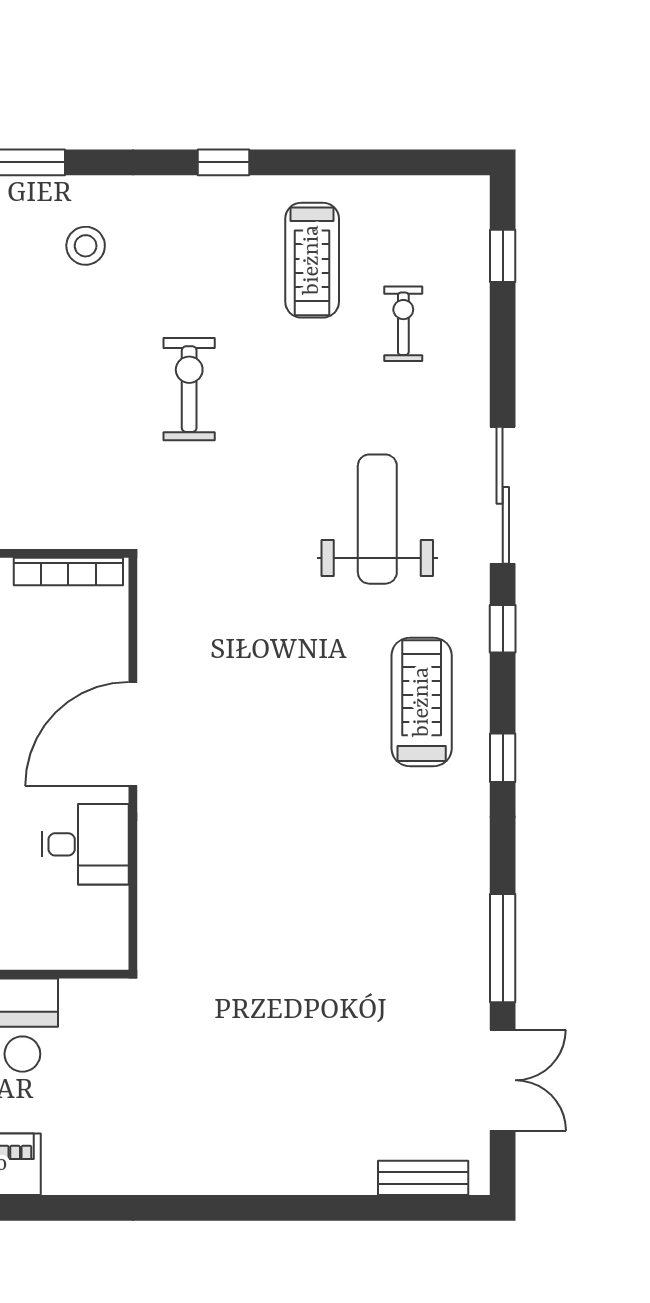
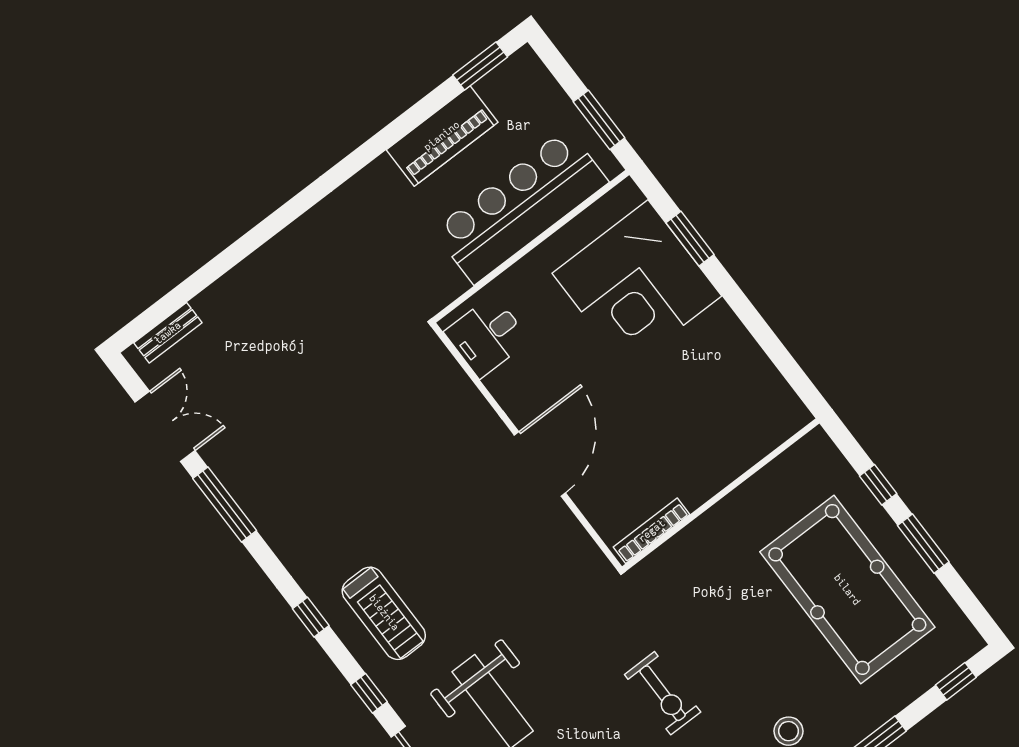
desk: (85, 844) -> (487, 336), moved
double door: (503, 1080) -> (165, 426), swing flipped

